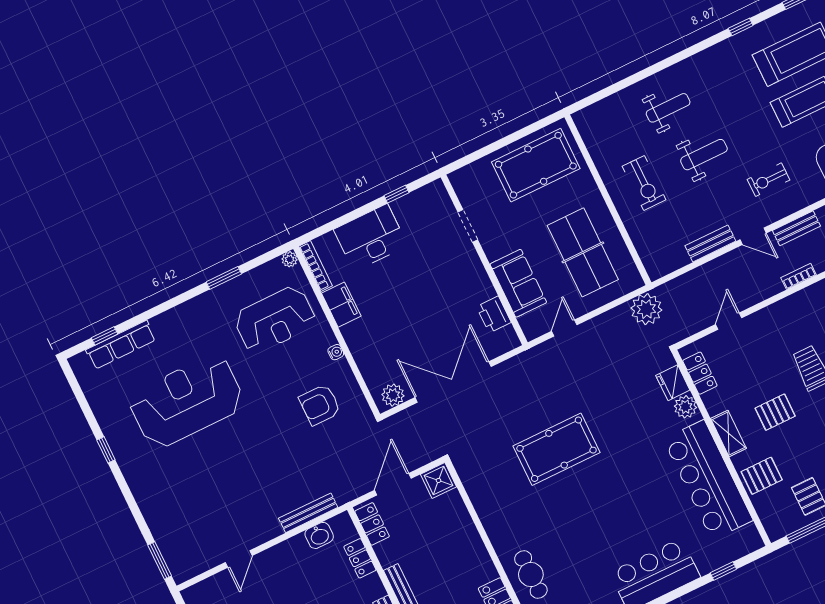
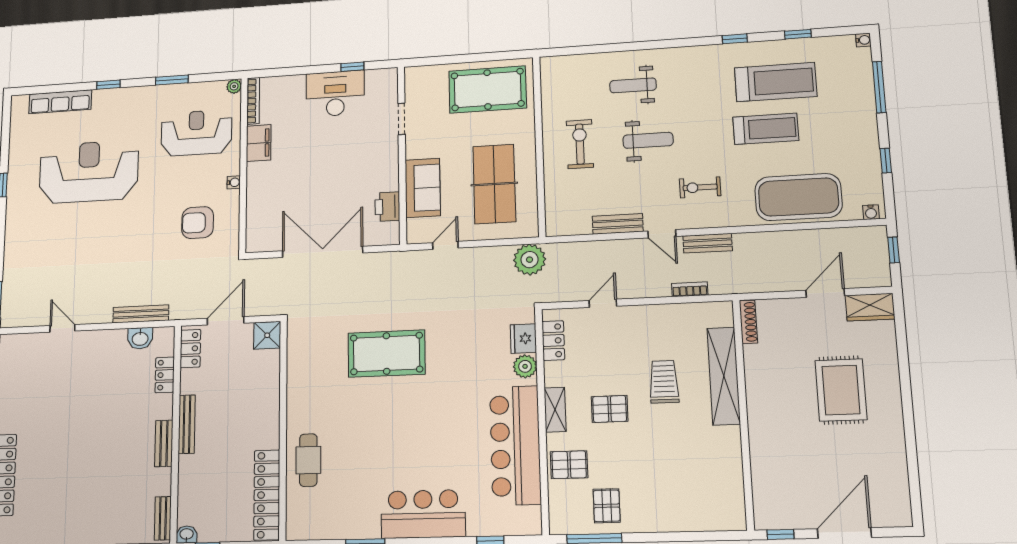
weight bench: (668, 108) -> (633, 85), turned 180
exercise bike: (644, 183) -> (580, 144), turned 180
desk: (371, 238) -> (335, 94), moved
reception desk: (275, 320) -> (196, 133), turned 180
window: (105, 336) -> (108, 85), moved
plant: (393, 395) -> (264, 241), removed
door: (239, 559) -> (62, 328), swing flipped

